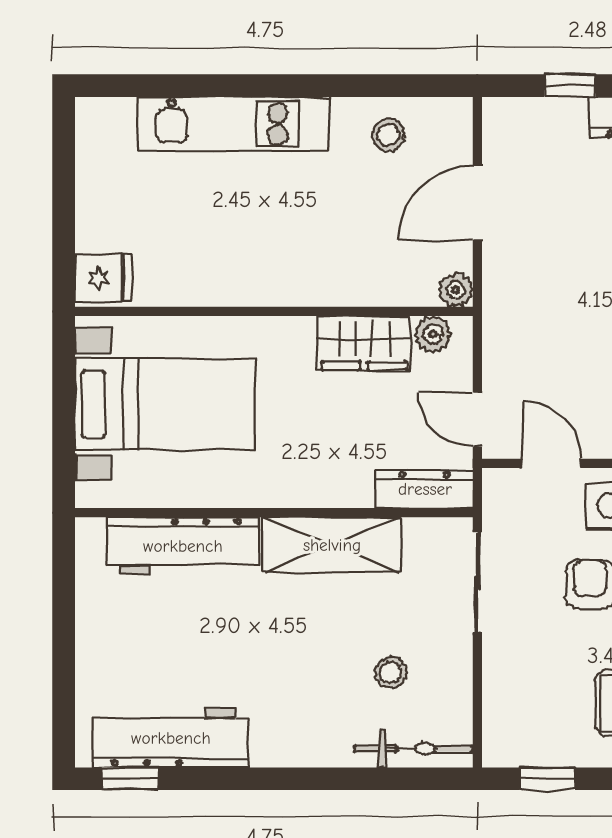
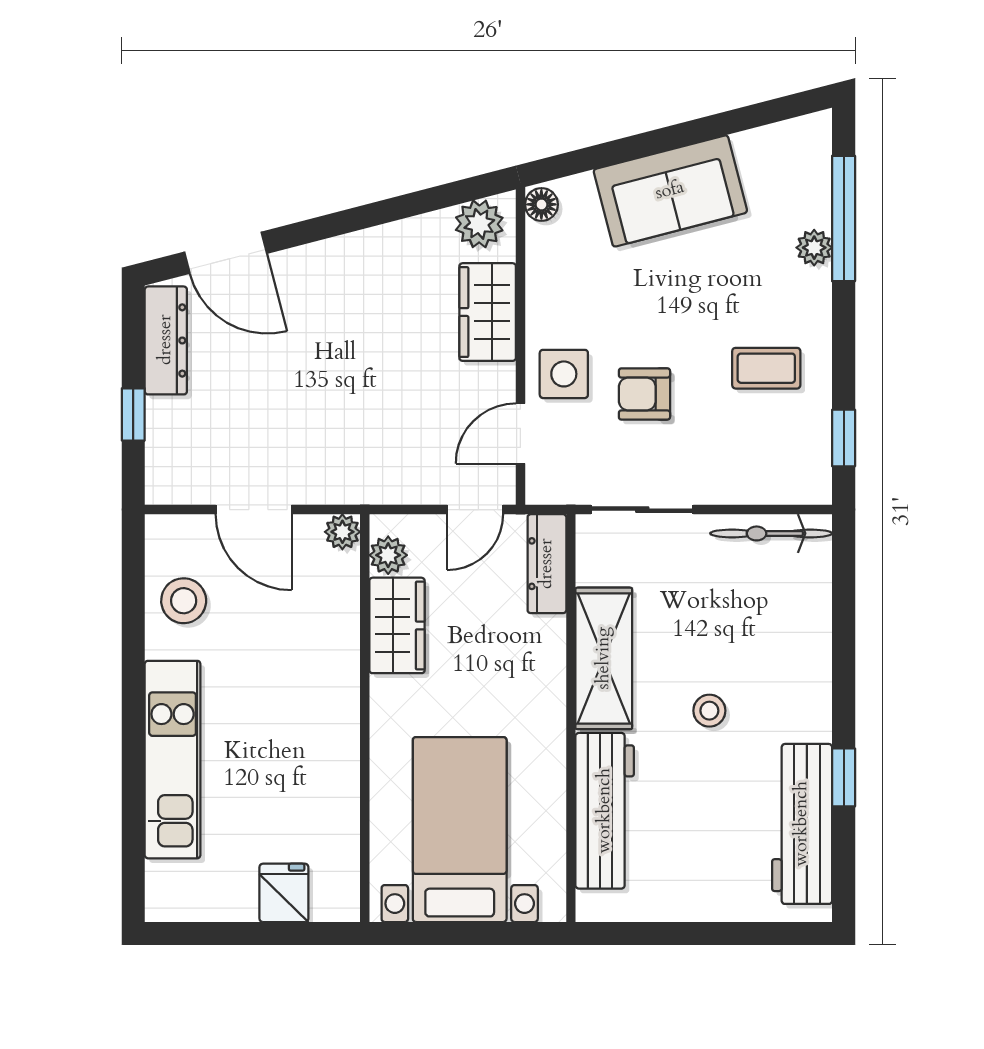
stool: (388, 135) -> (184, 601), width x1.37, depth x1.37
fridge: (103, 278) -> (284, 893), moved
stool: (391, 673) -> (709, 711), moved
bicycle: (413, 749) -> (771, 533), moved, turned -90
window: (130, 779) -> (844, 777), moved

